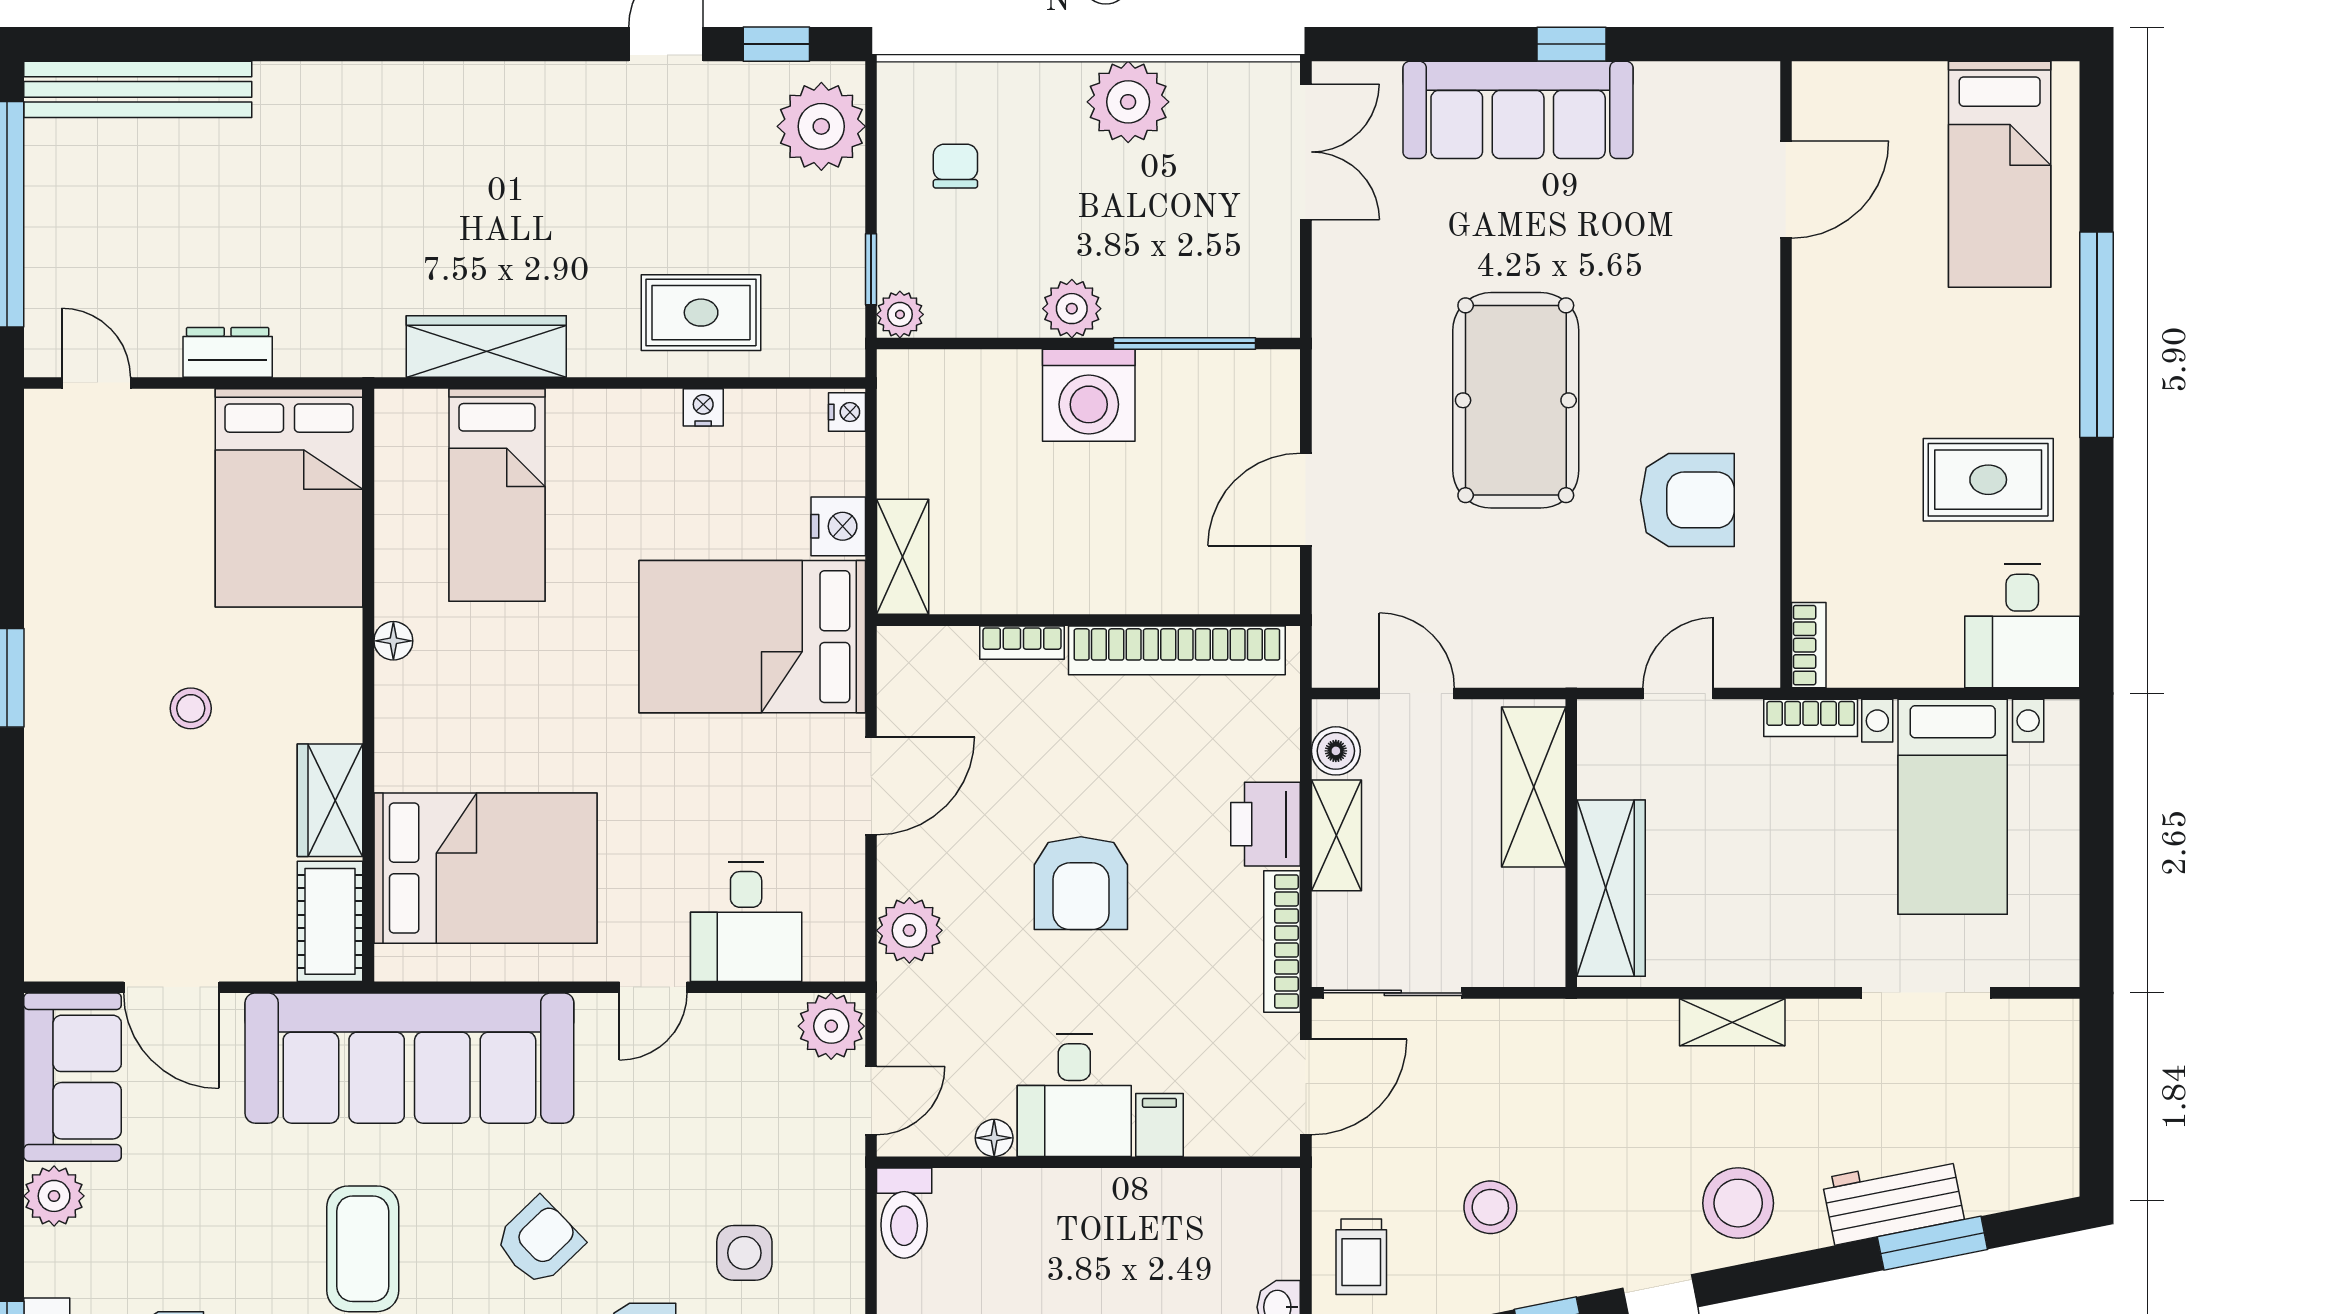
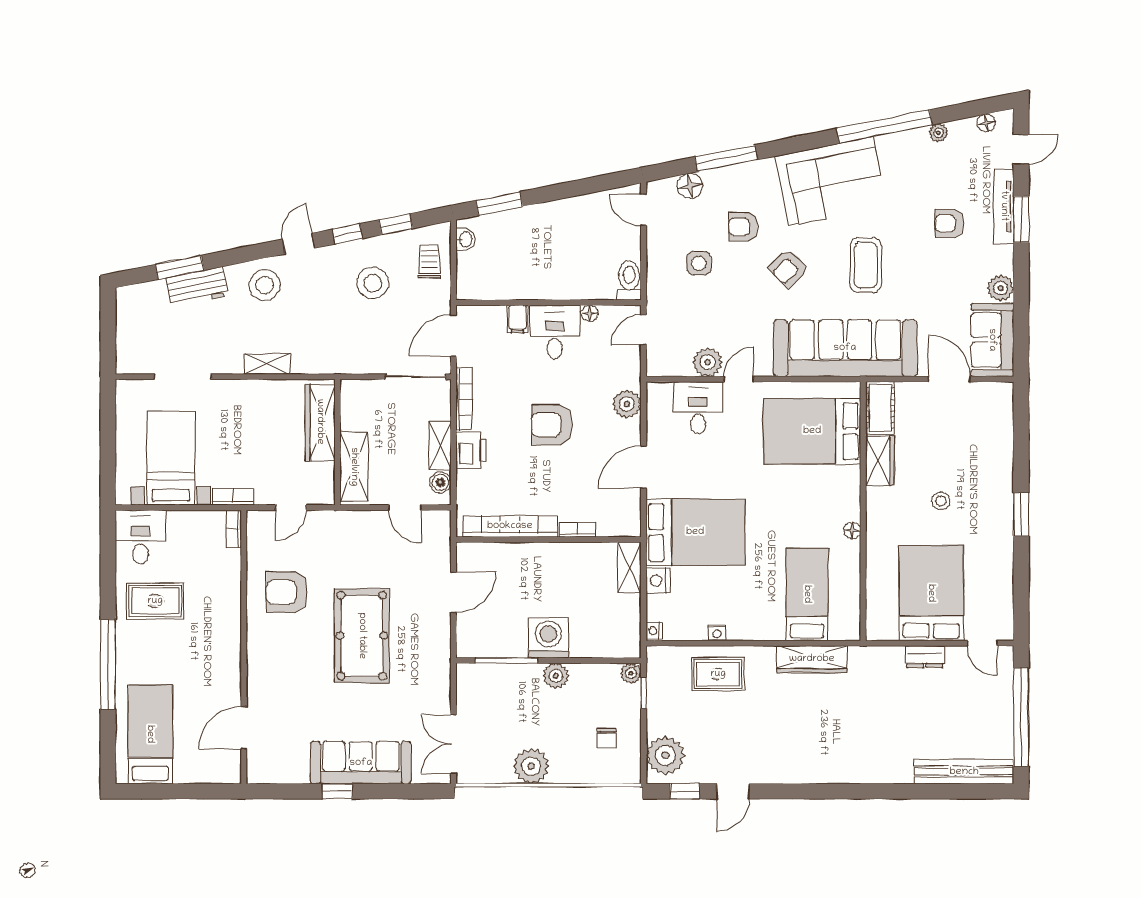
bed: (289, 498) -> (931, 593), moved
armchair: (1081, 883) -> (552, 425), turned -90
plant: (831, 1026) -> (708, 362), moved
stool: (1490, 1207) -> (373, 283), width x1.38, depth x1.38

